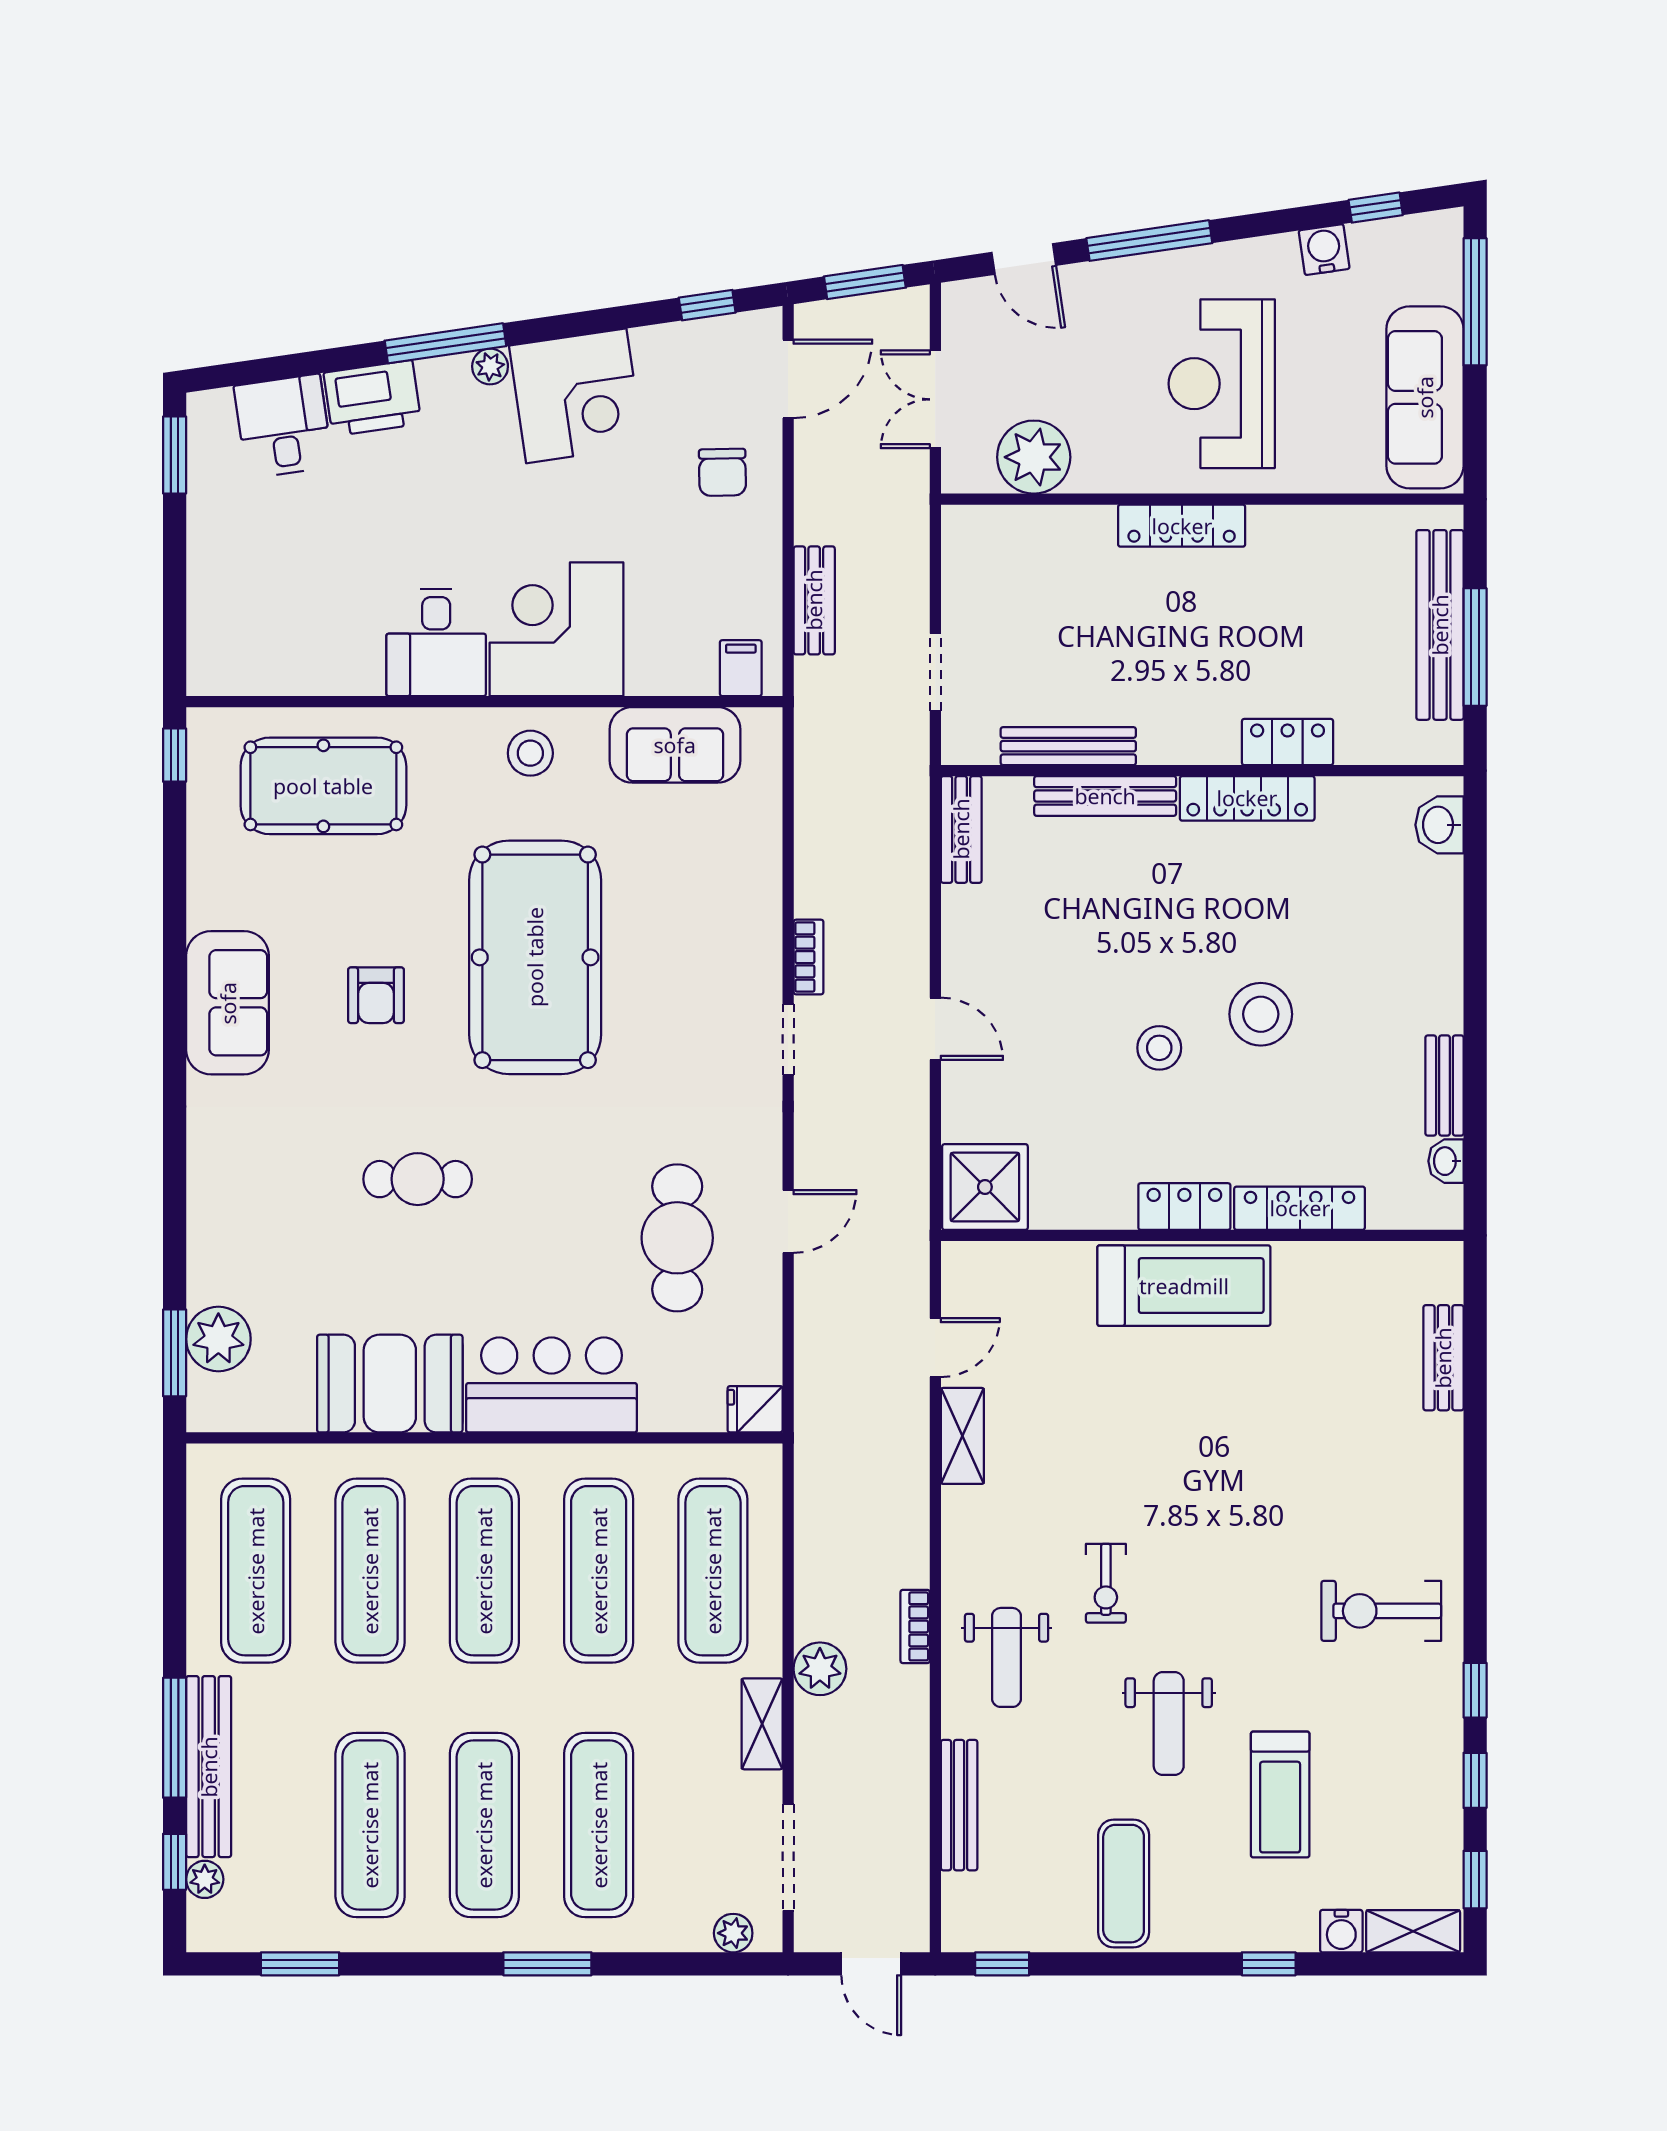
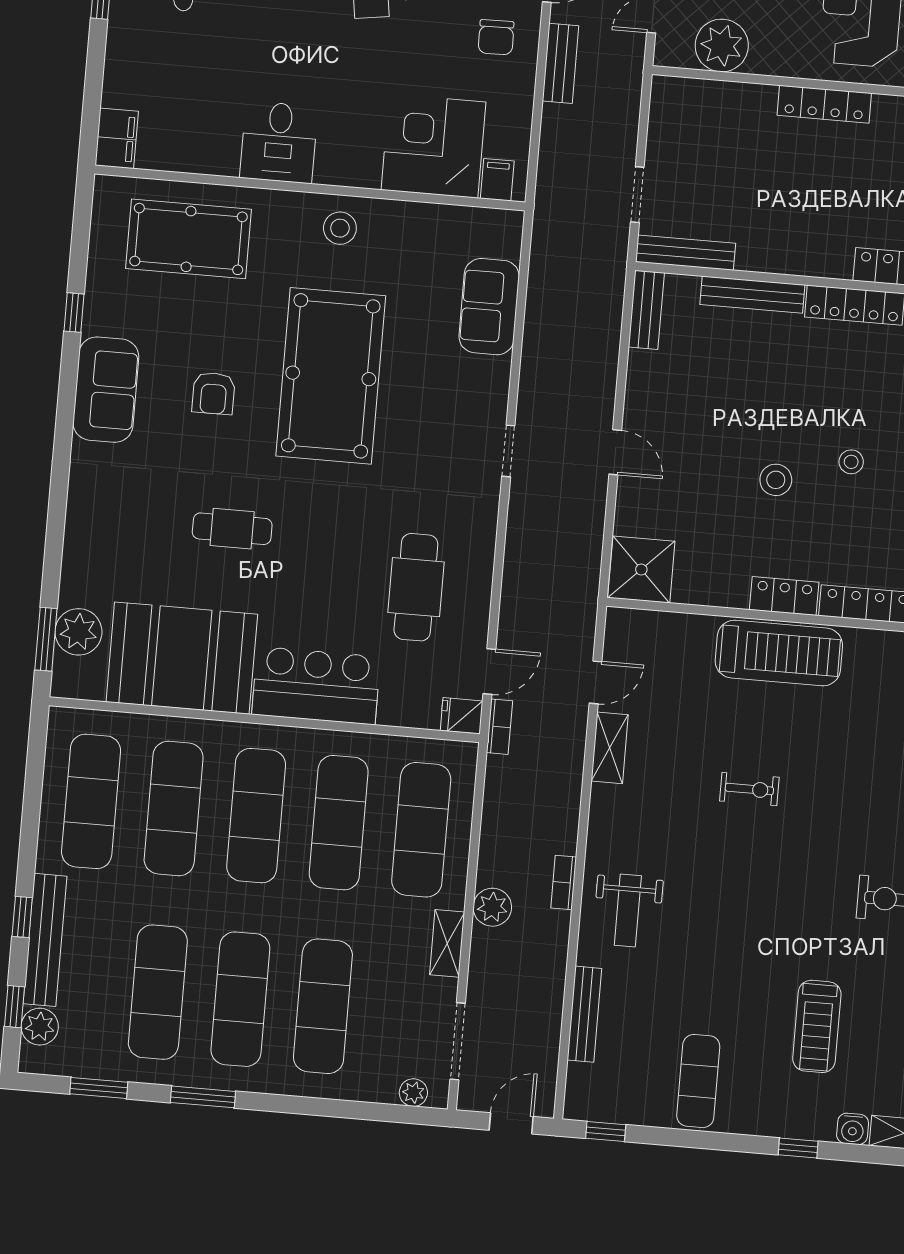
bench: (814, 600) -> (561, 63), moved
corner desk: (557, 629) -> (434, 146), moved
filing cabinet: (213, 656) -> (117, 138), added
sofa: (675, 745) -> (489, 307), moved, turned 90
bench: (1068, 746) -> (686, 253), moved
window: (175, 755) -> (74, 313), moved
bookcase: (808, 957) -> (500, 727), moved
stool: (1261, 1014) -> (851, 462), width x0.53, depth x0.53
door: (788, 1222) -> (489, 672), moved
booth: (390, 1384) -> (182, 658), width x1.36, depth x1.42
exercise bike: (1106, 1583) -> (749, 789), moved, turned -90
weight bench: (1169, 1724) -> (741, 968), removed
window: (175, 1738) -> (22, 917), width x0.46
plant: (205, 1879) -> (40, 1027), width x1.38, depth x1.38
window: (547, 1964) -> (203, 1097), moved
door: (871, 1964) -> (511, 1123), swing flipped

